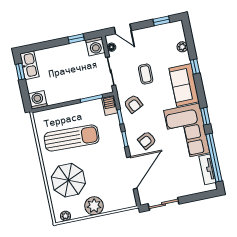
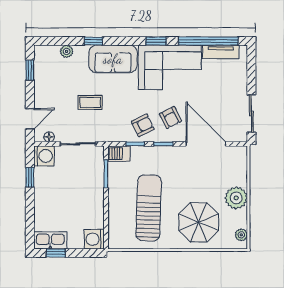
armchair: (133, 104) -> (143, 125), moved

